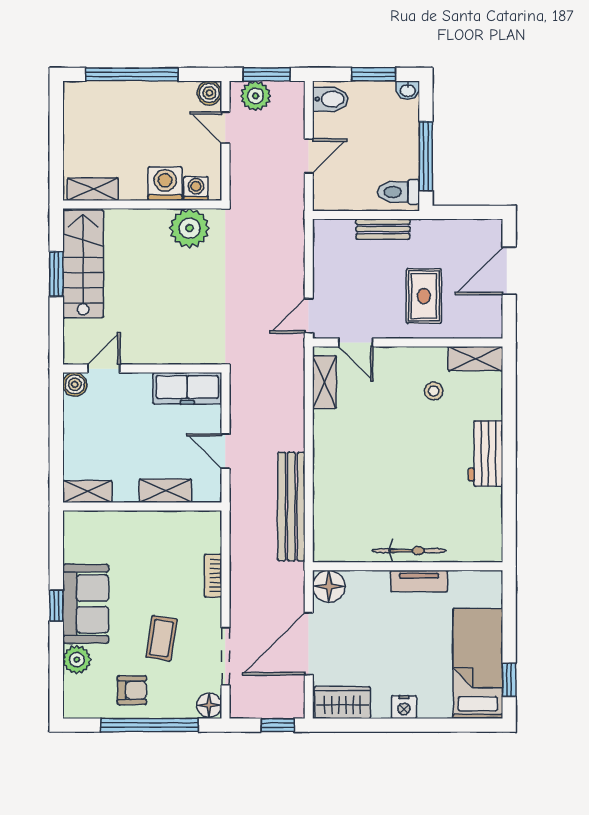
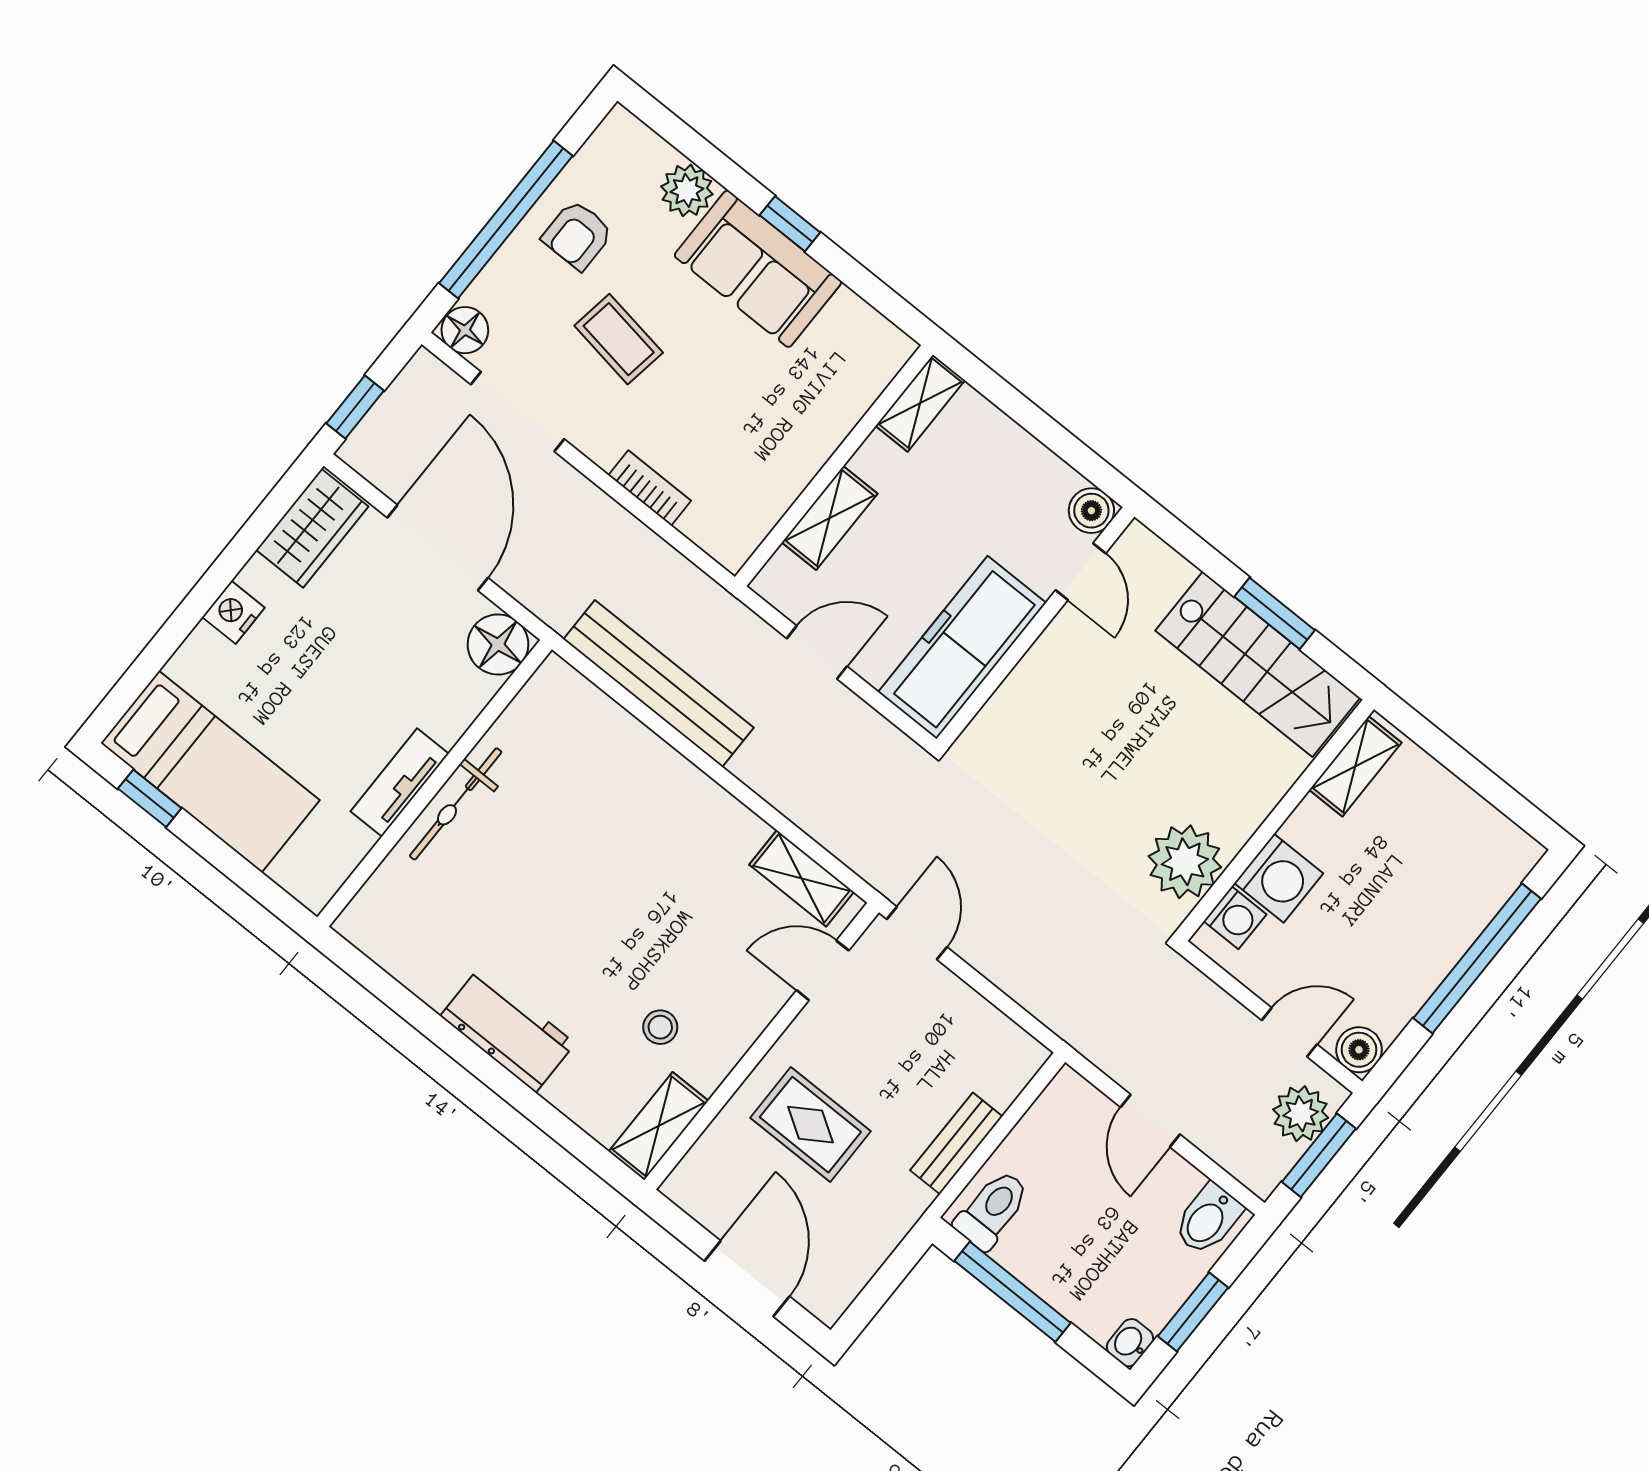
freezer: (187, 388) -> (962, 647), width x1.36, depth x1.26

